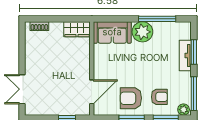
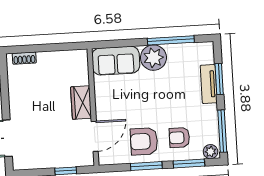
wardrobe: (77, 29) -> (81, 103), moved, turned 90
armchair: (159, 97) -> (179, 138), turned 180

